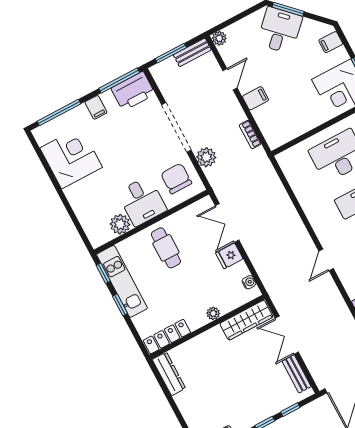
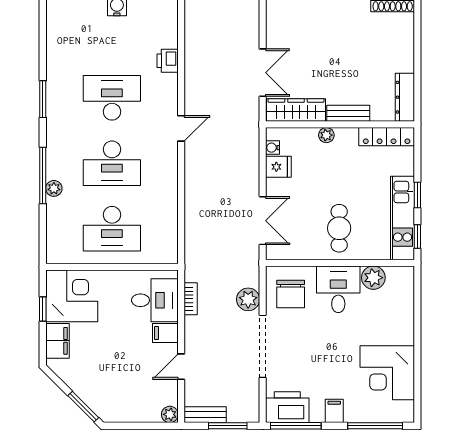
desk: (280, 30) -> (155, 300), moved, turned -135
filing cabinet: (331, 42) -> (57, 341), width x2.00
fridge: (229, 256) -> (278, 167), moved
bench: (297, 374) -> (348, 113), moved, turned 90

